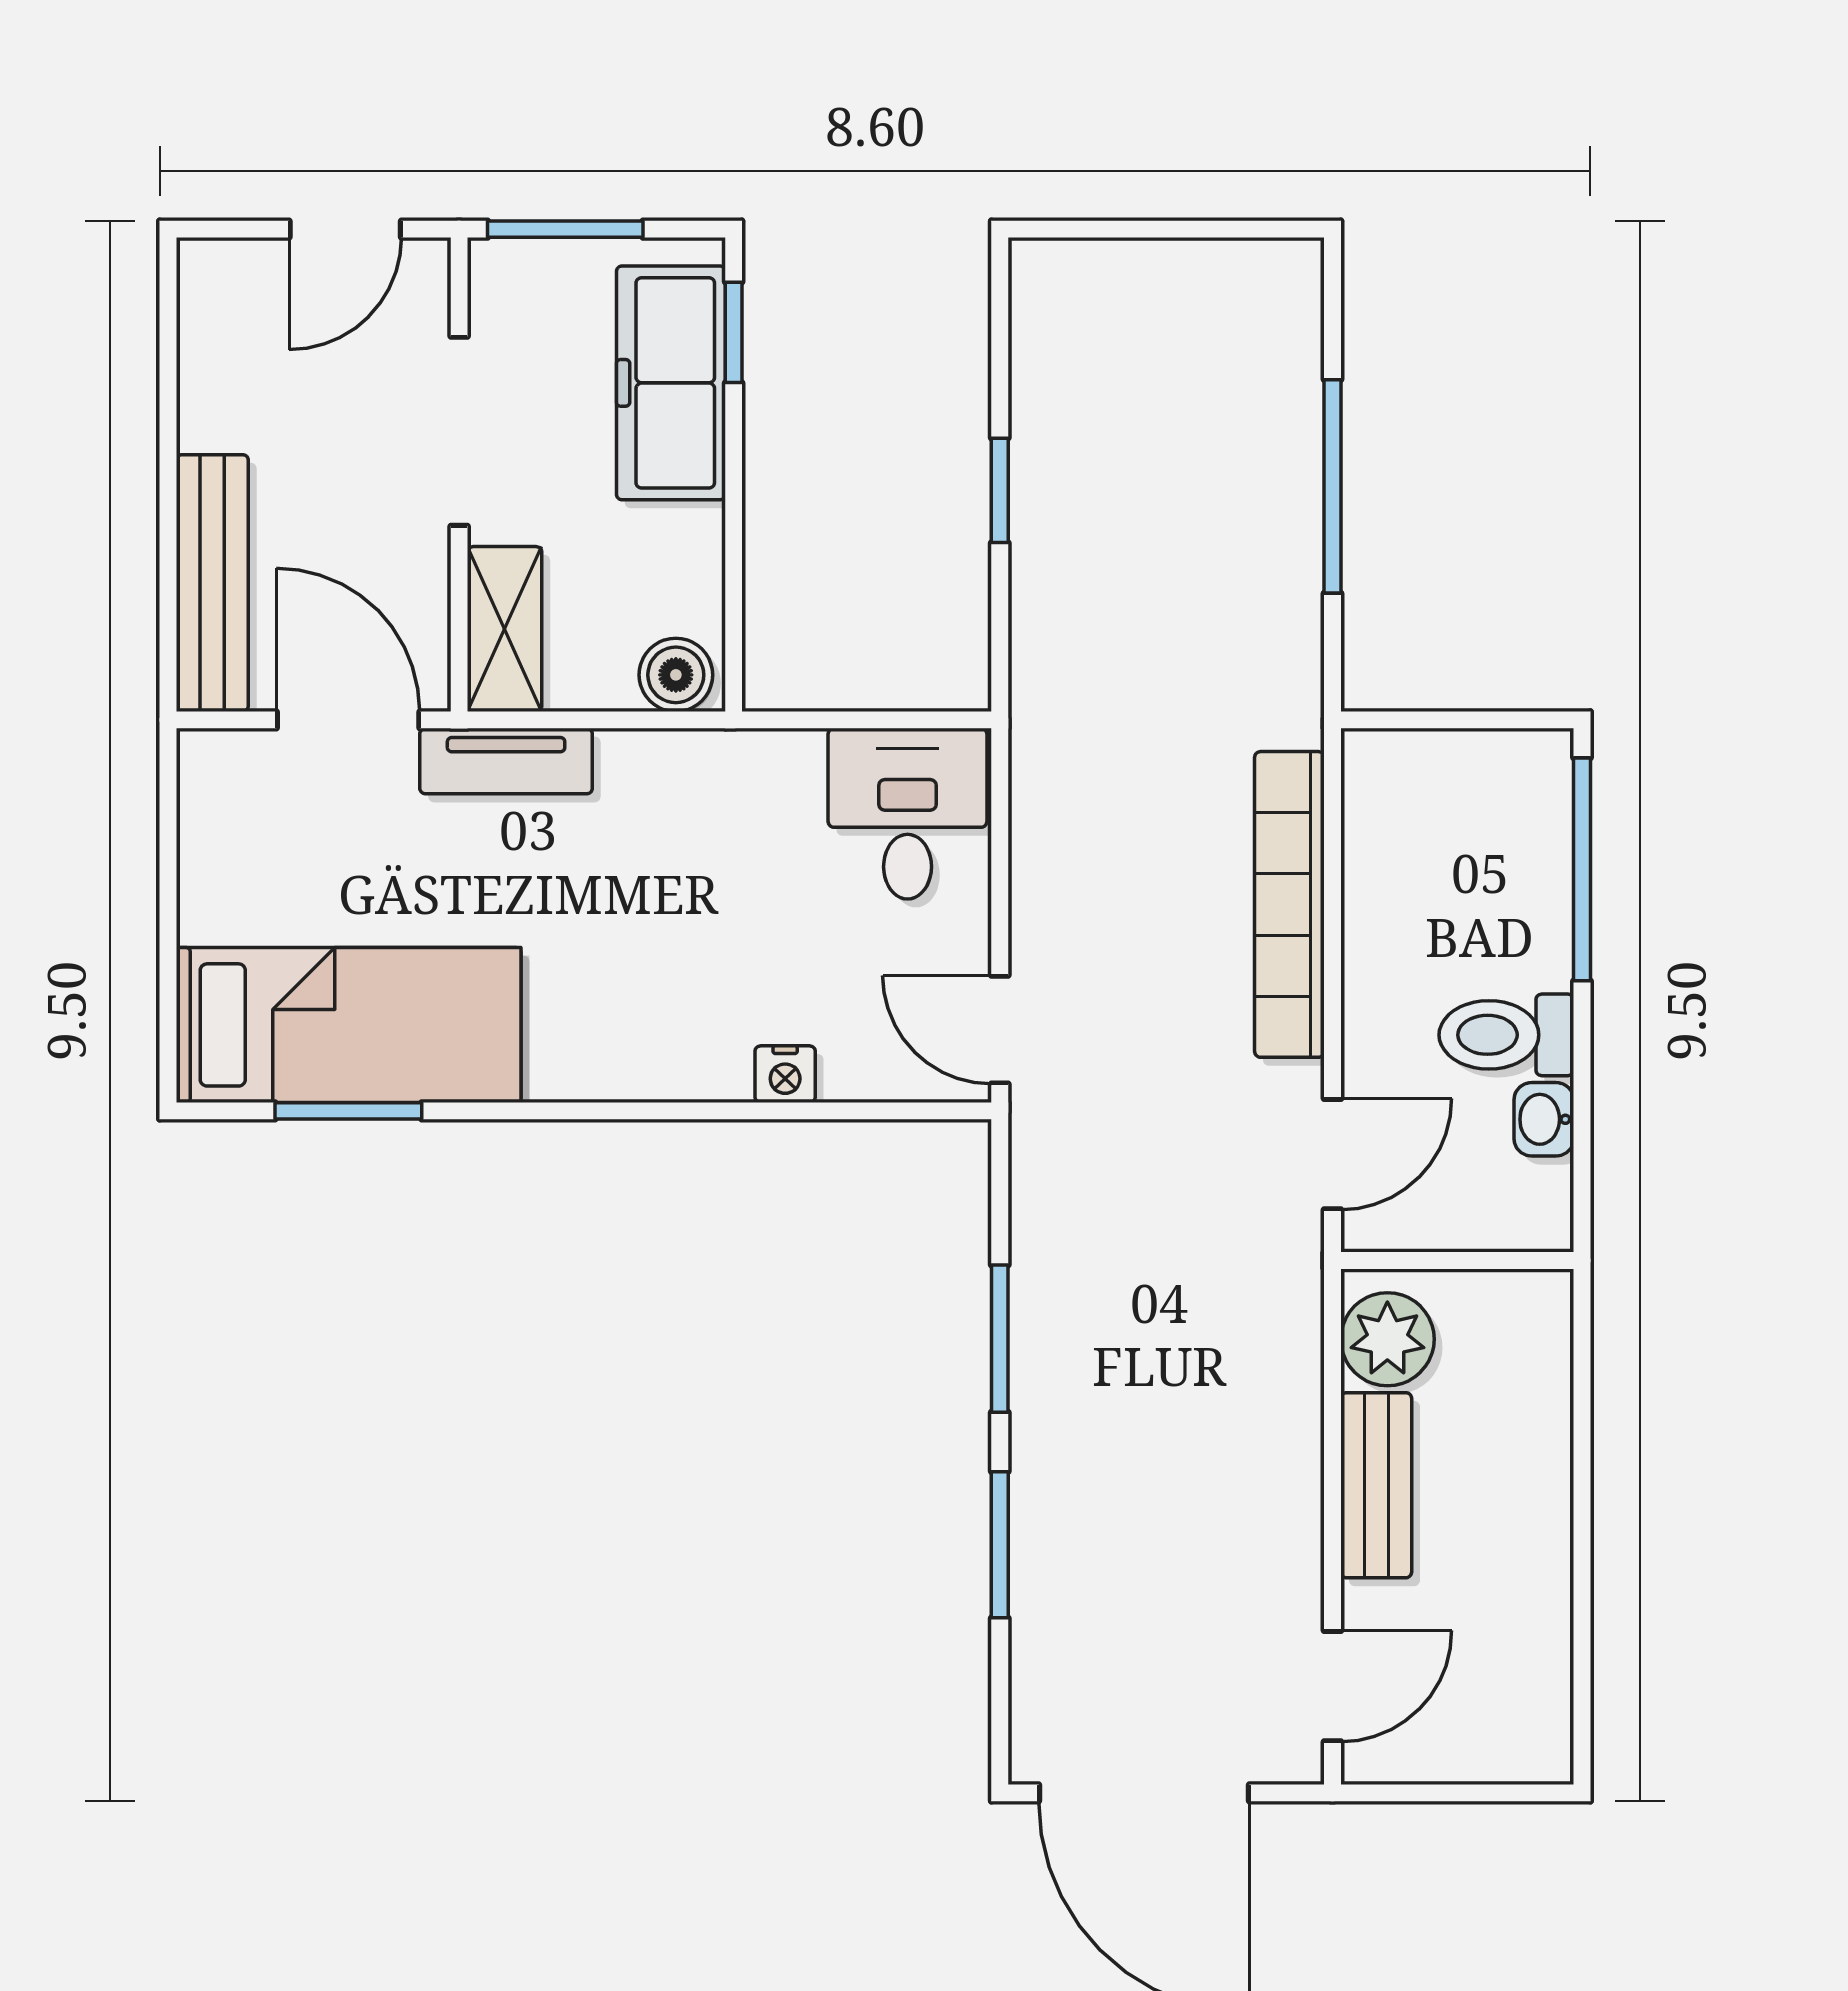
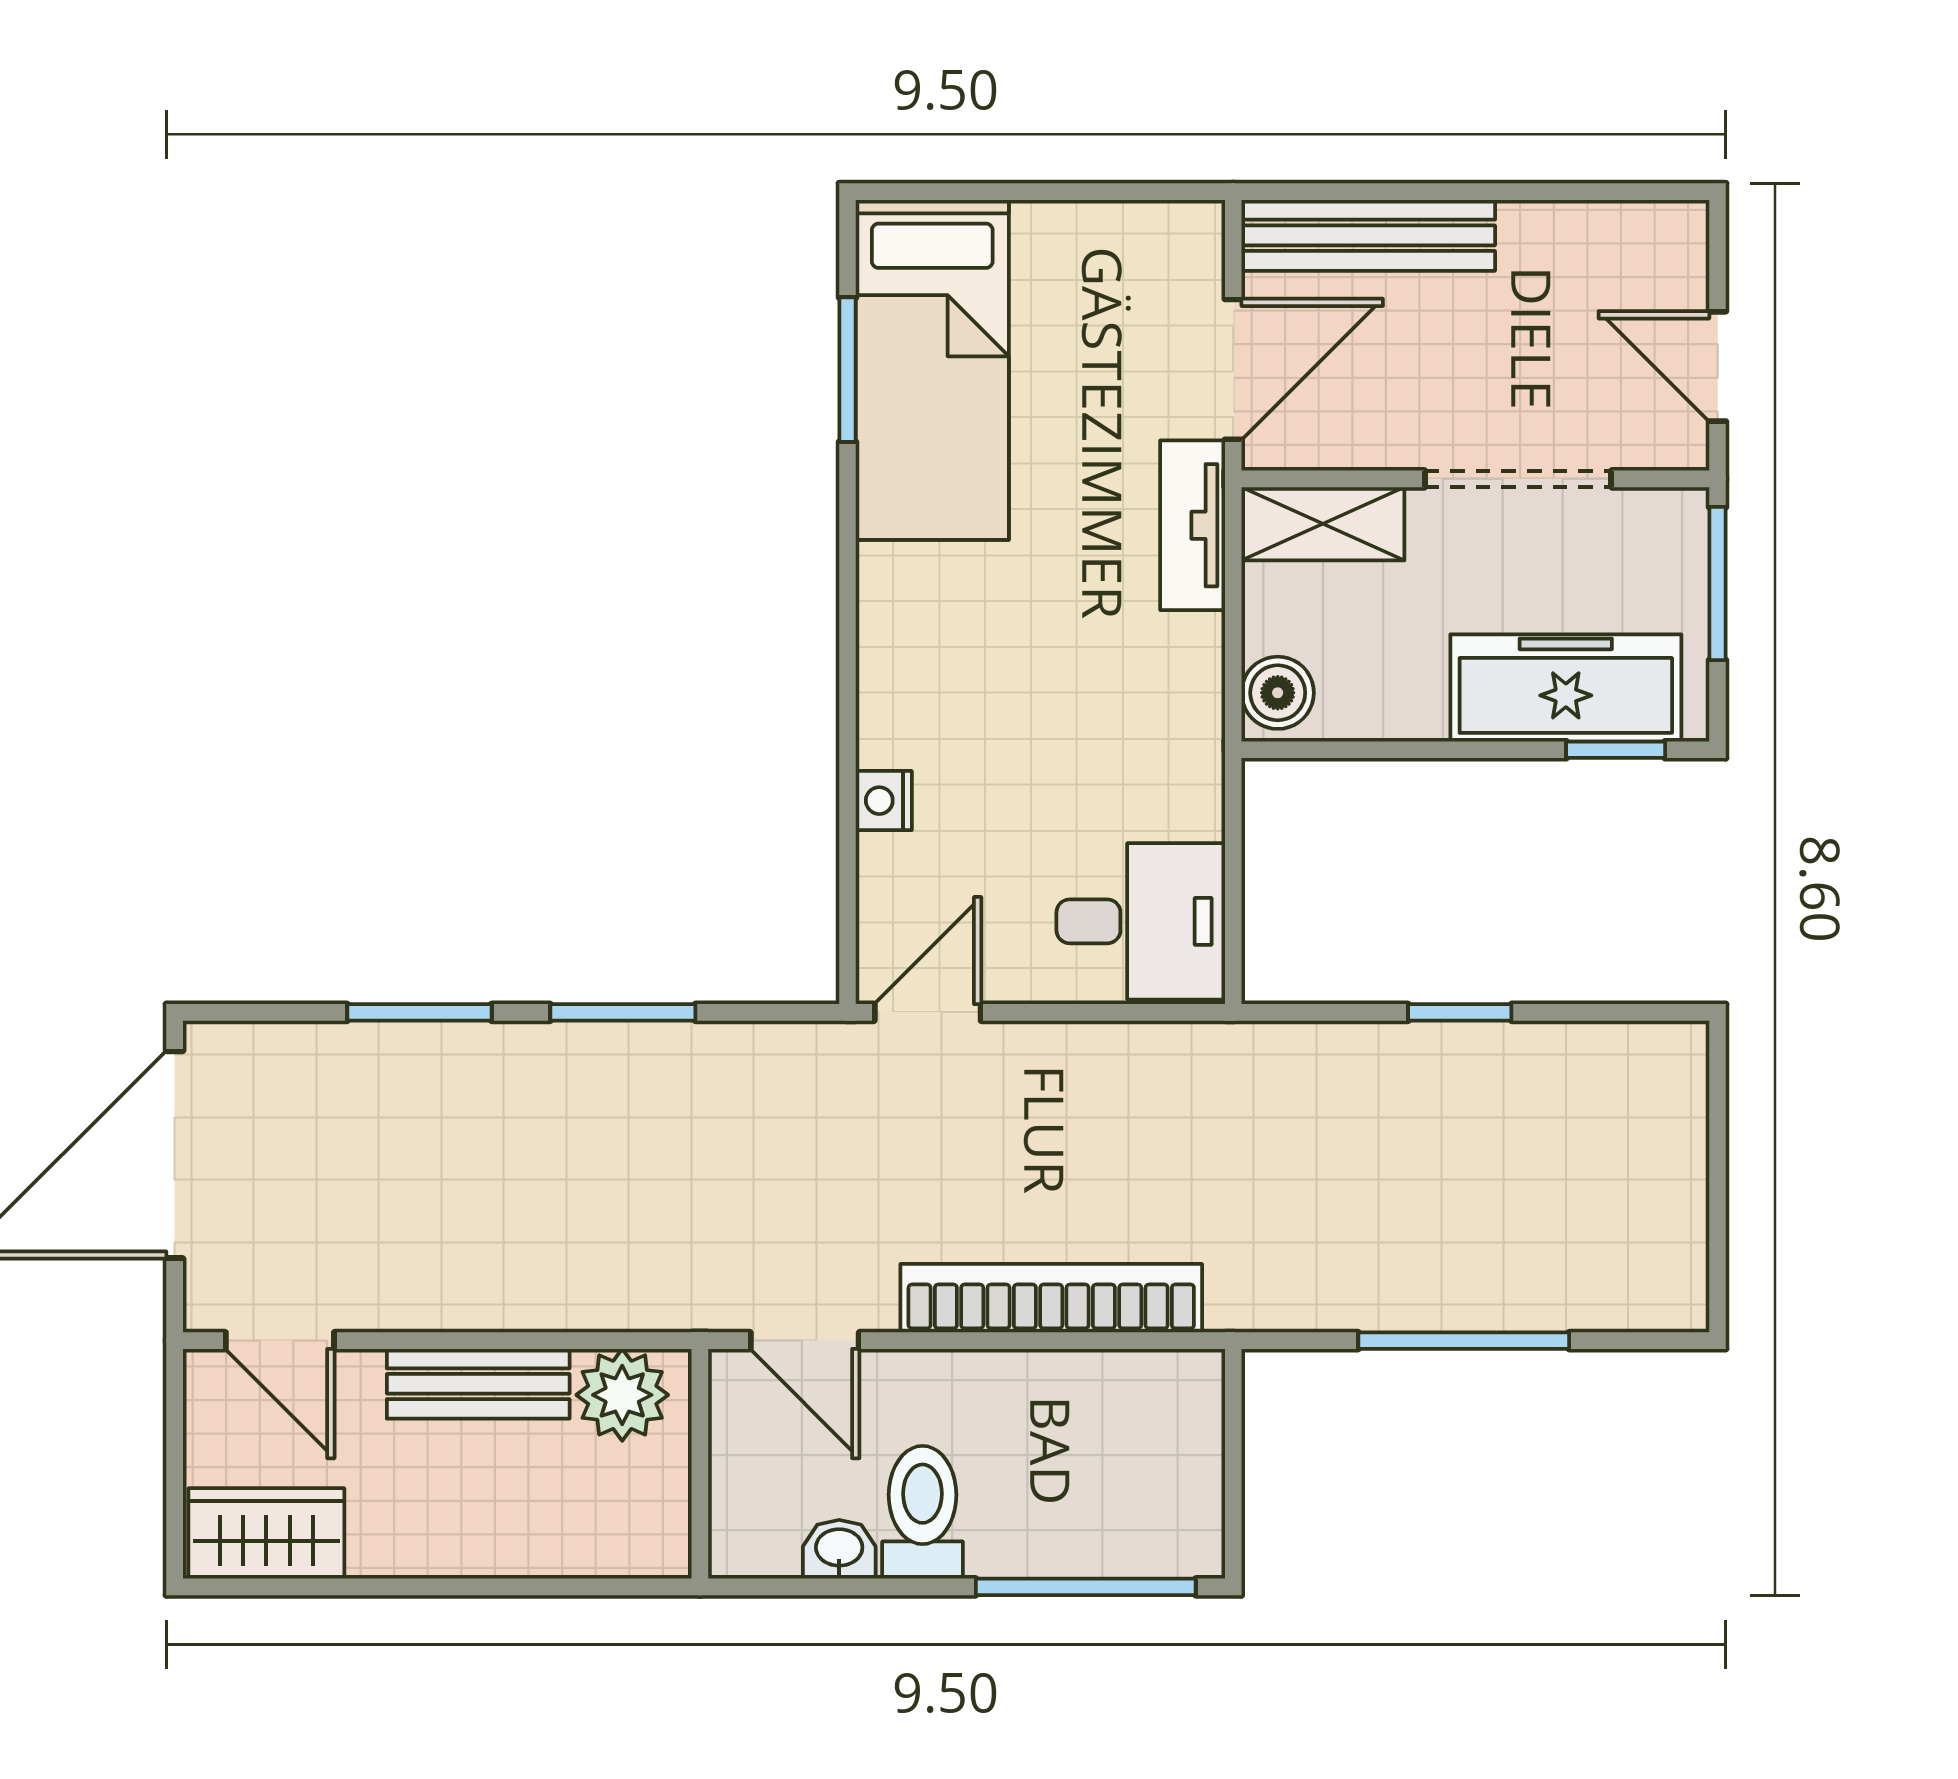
wardrobe: (1528, 1700) -> (266, 1533), added

